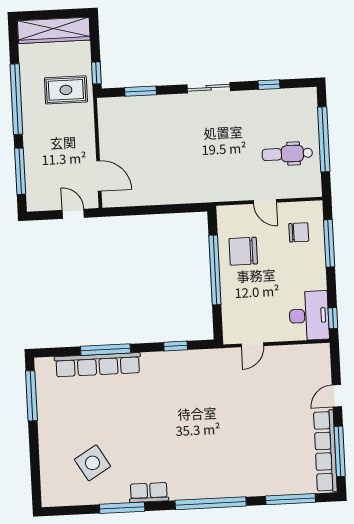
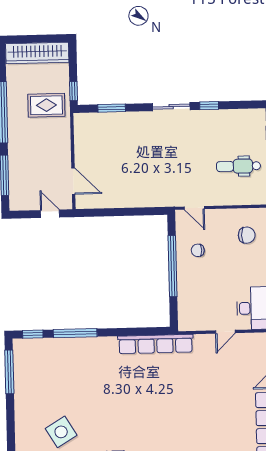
window: (269, 85) -> (209, 106), moved
door: (265, 201) -> (194, 208), moved
chair: (243, 251) -> (198, 250), width x0.54, depth x0.54
door: (252, 345) -> (225, 332), moved
window: (176, 346) -> (33, 334), moved
row of seats: (98, 365) -> (156, 344), moved

